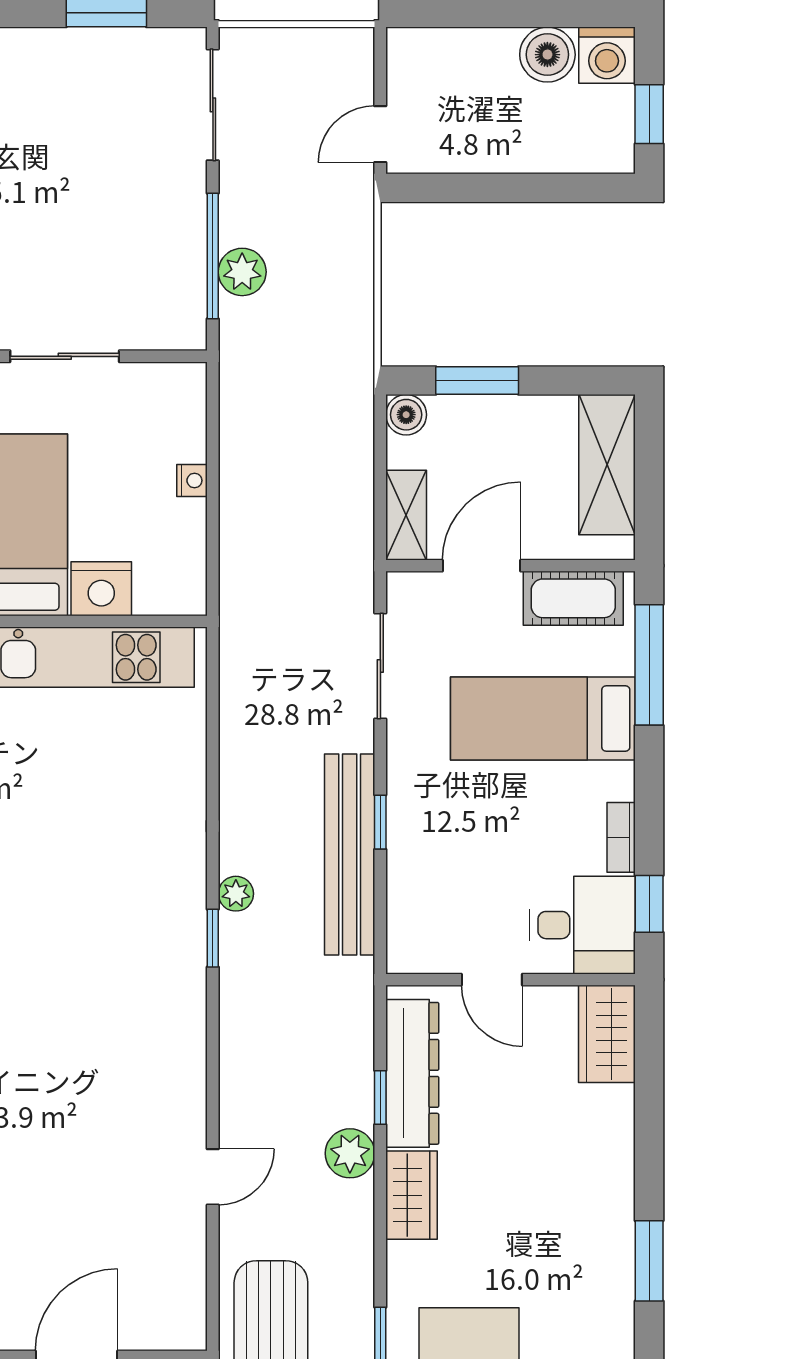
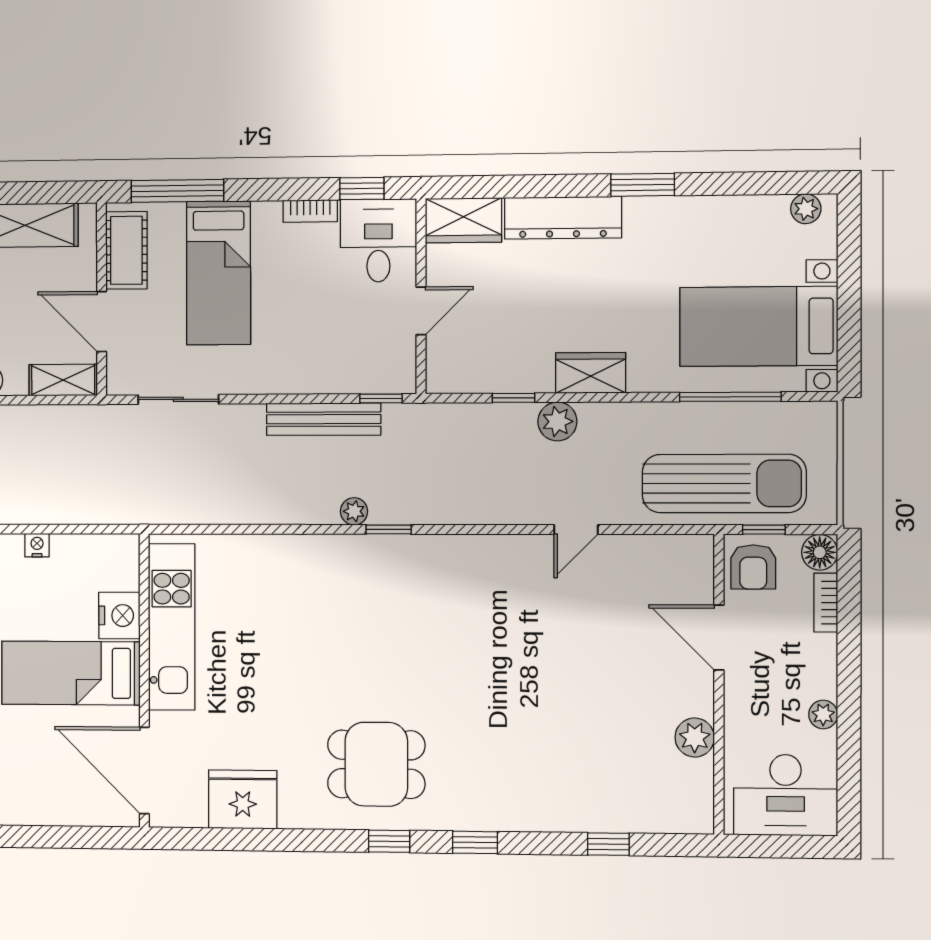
window: (380, 822) -> (381, 398), moved
bench: (350, 854) -> (324, 419), width x0.73, depth x0.82
dresser: (412, 1073) -> (563, 218), moved, turned 180
door: (213, 1177) -> (576, 529), swing flipped

